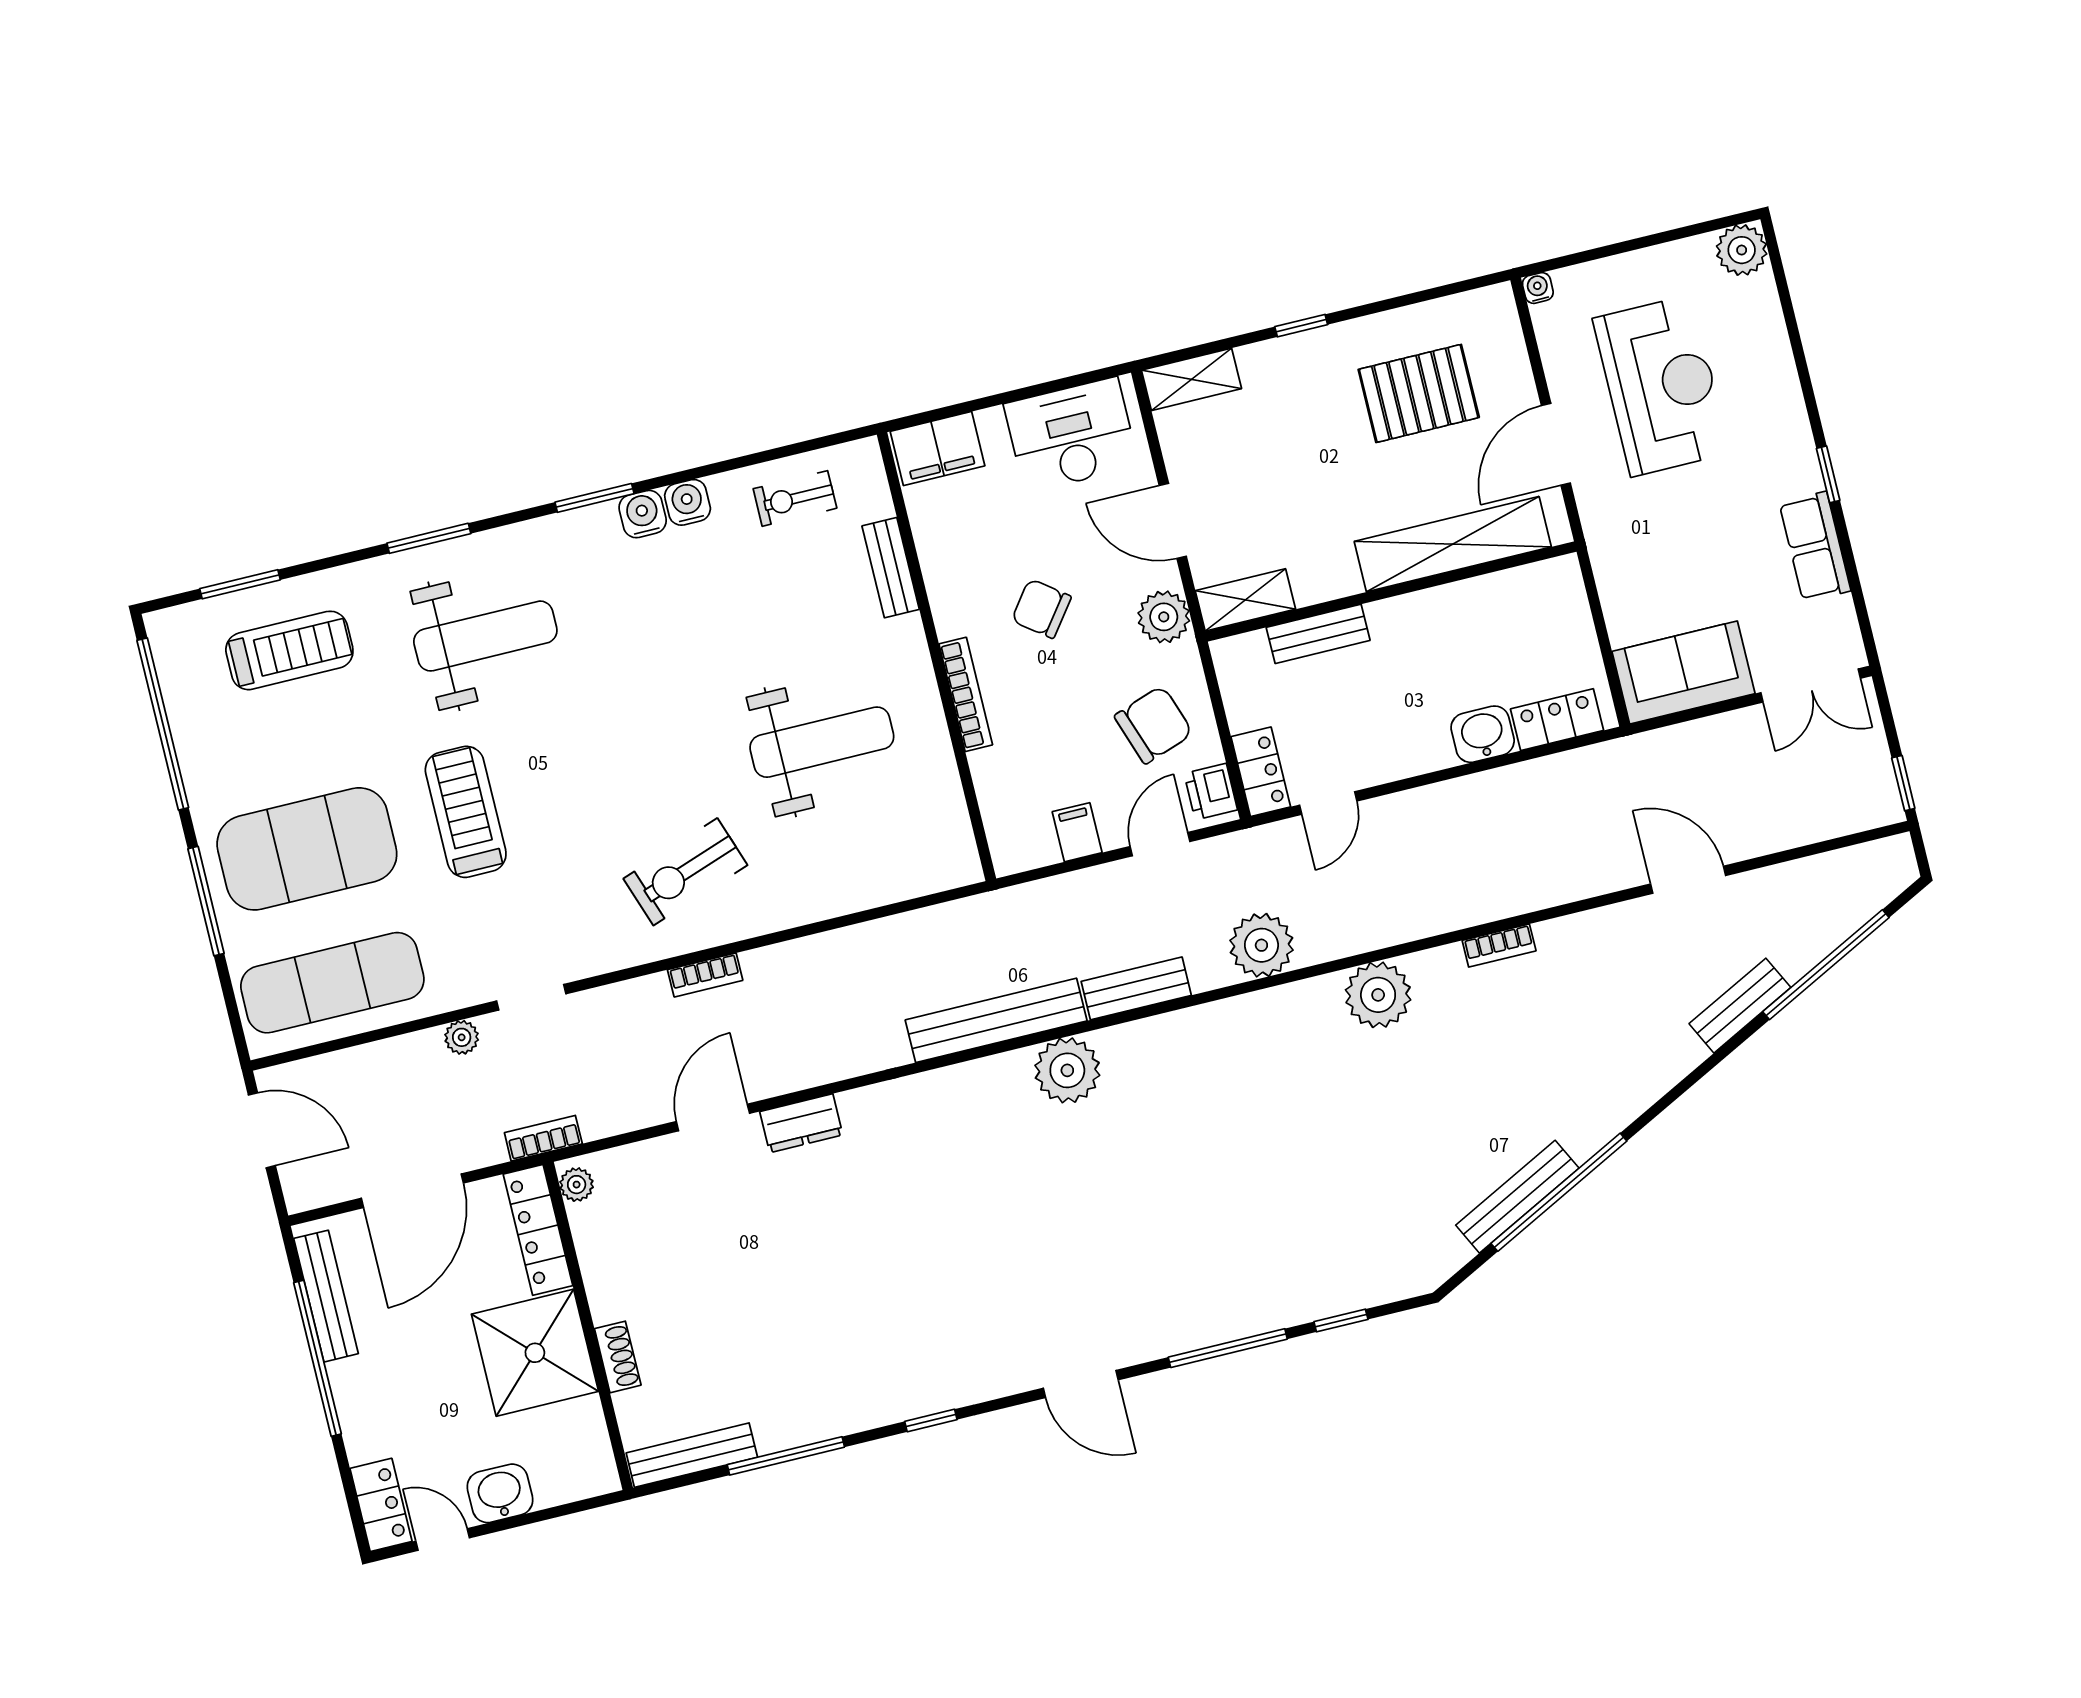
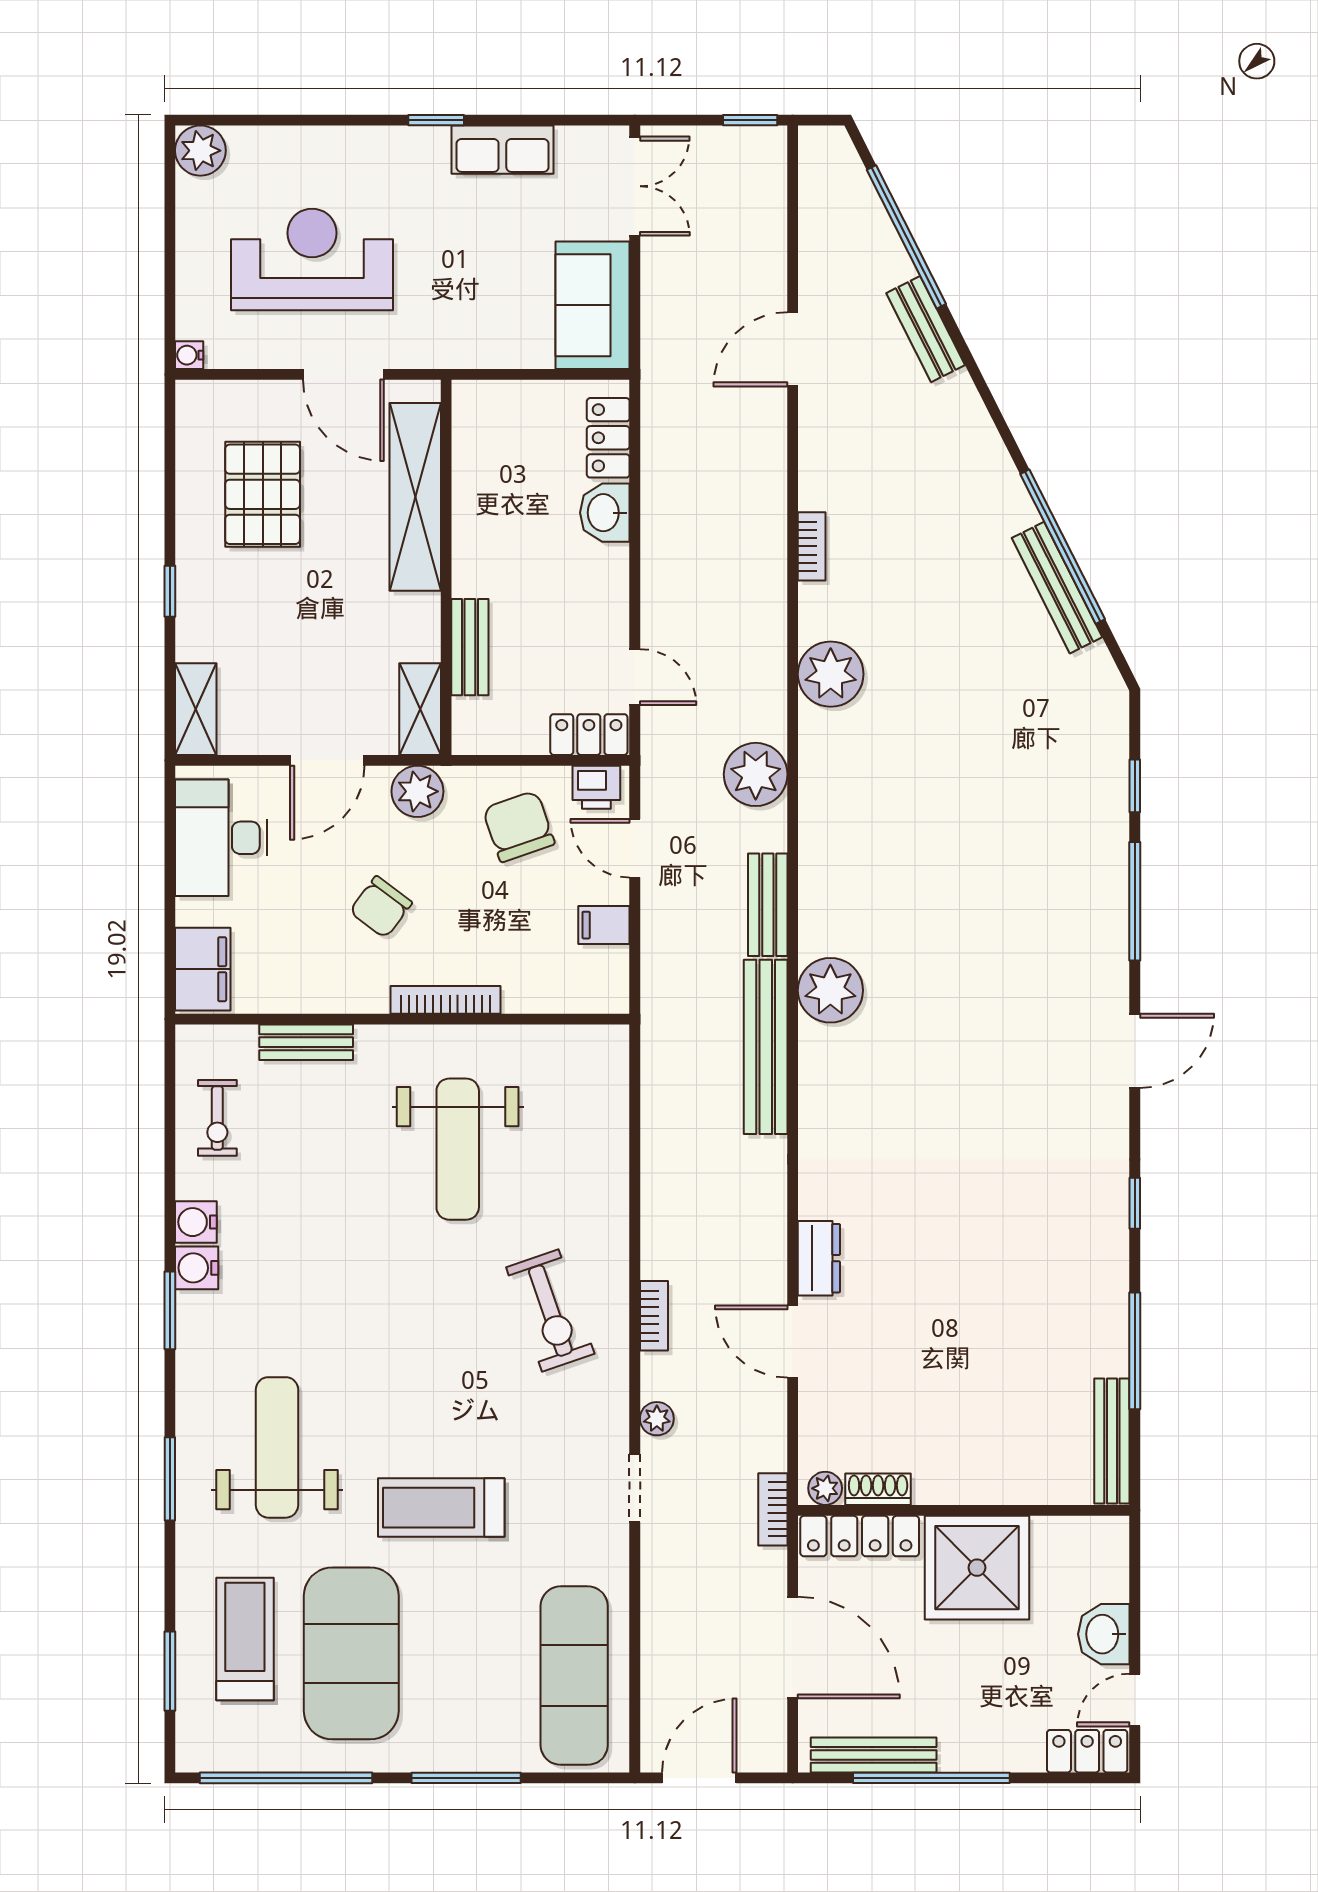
weight bench: (822, 742) -> (458, 1149), turned 180
exercise mat: (307, 849) -> (351, 1653), moved
plant: (462, 1037) -> (657, 1419), moved
shoe rack: (618, 1357) -> (878, 1489), moved

